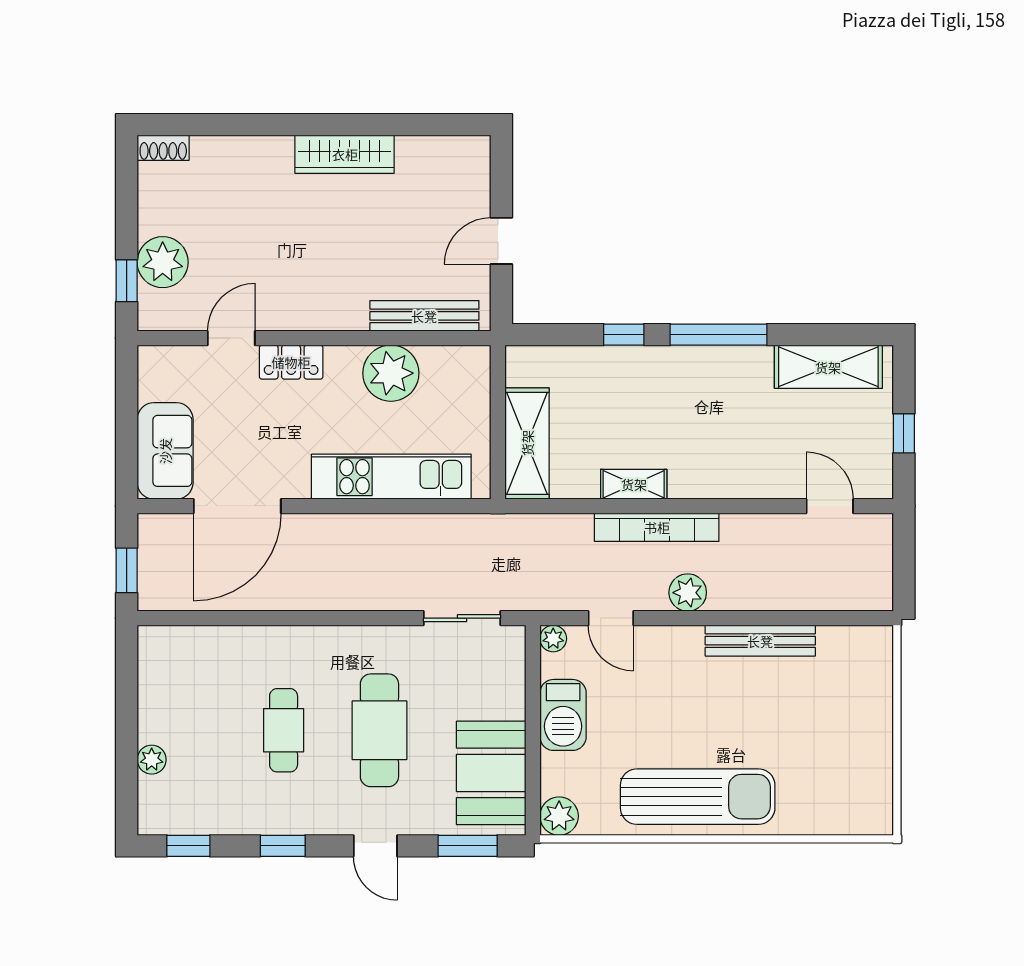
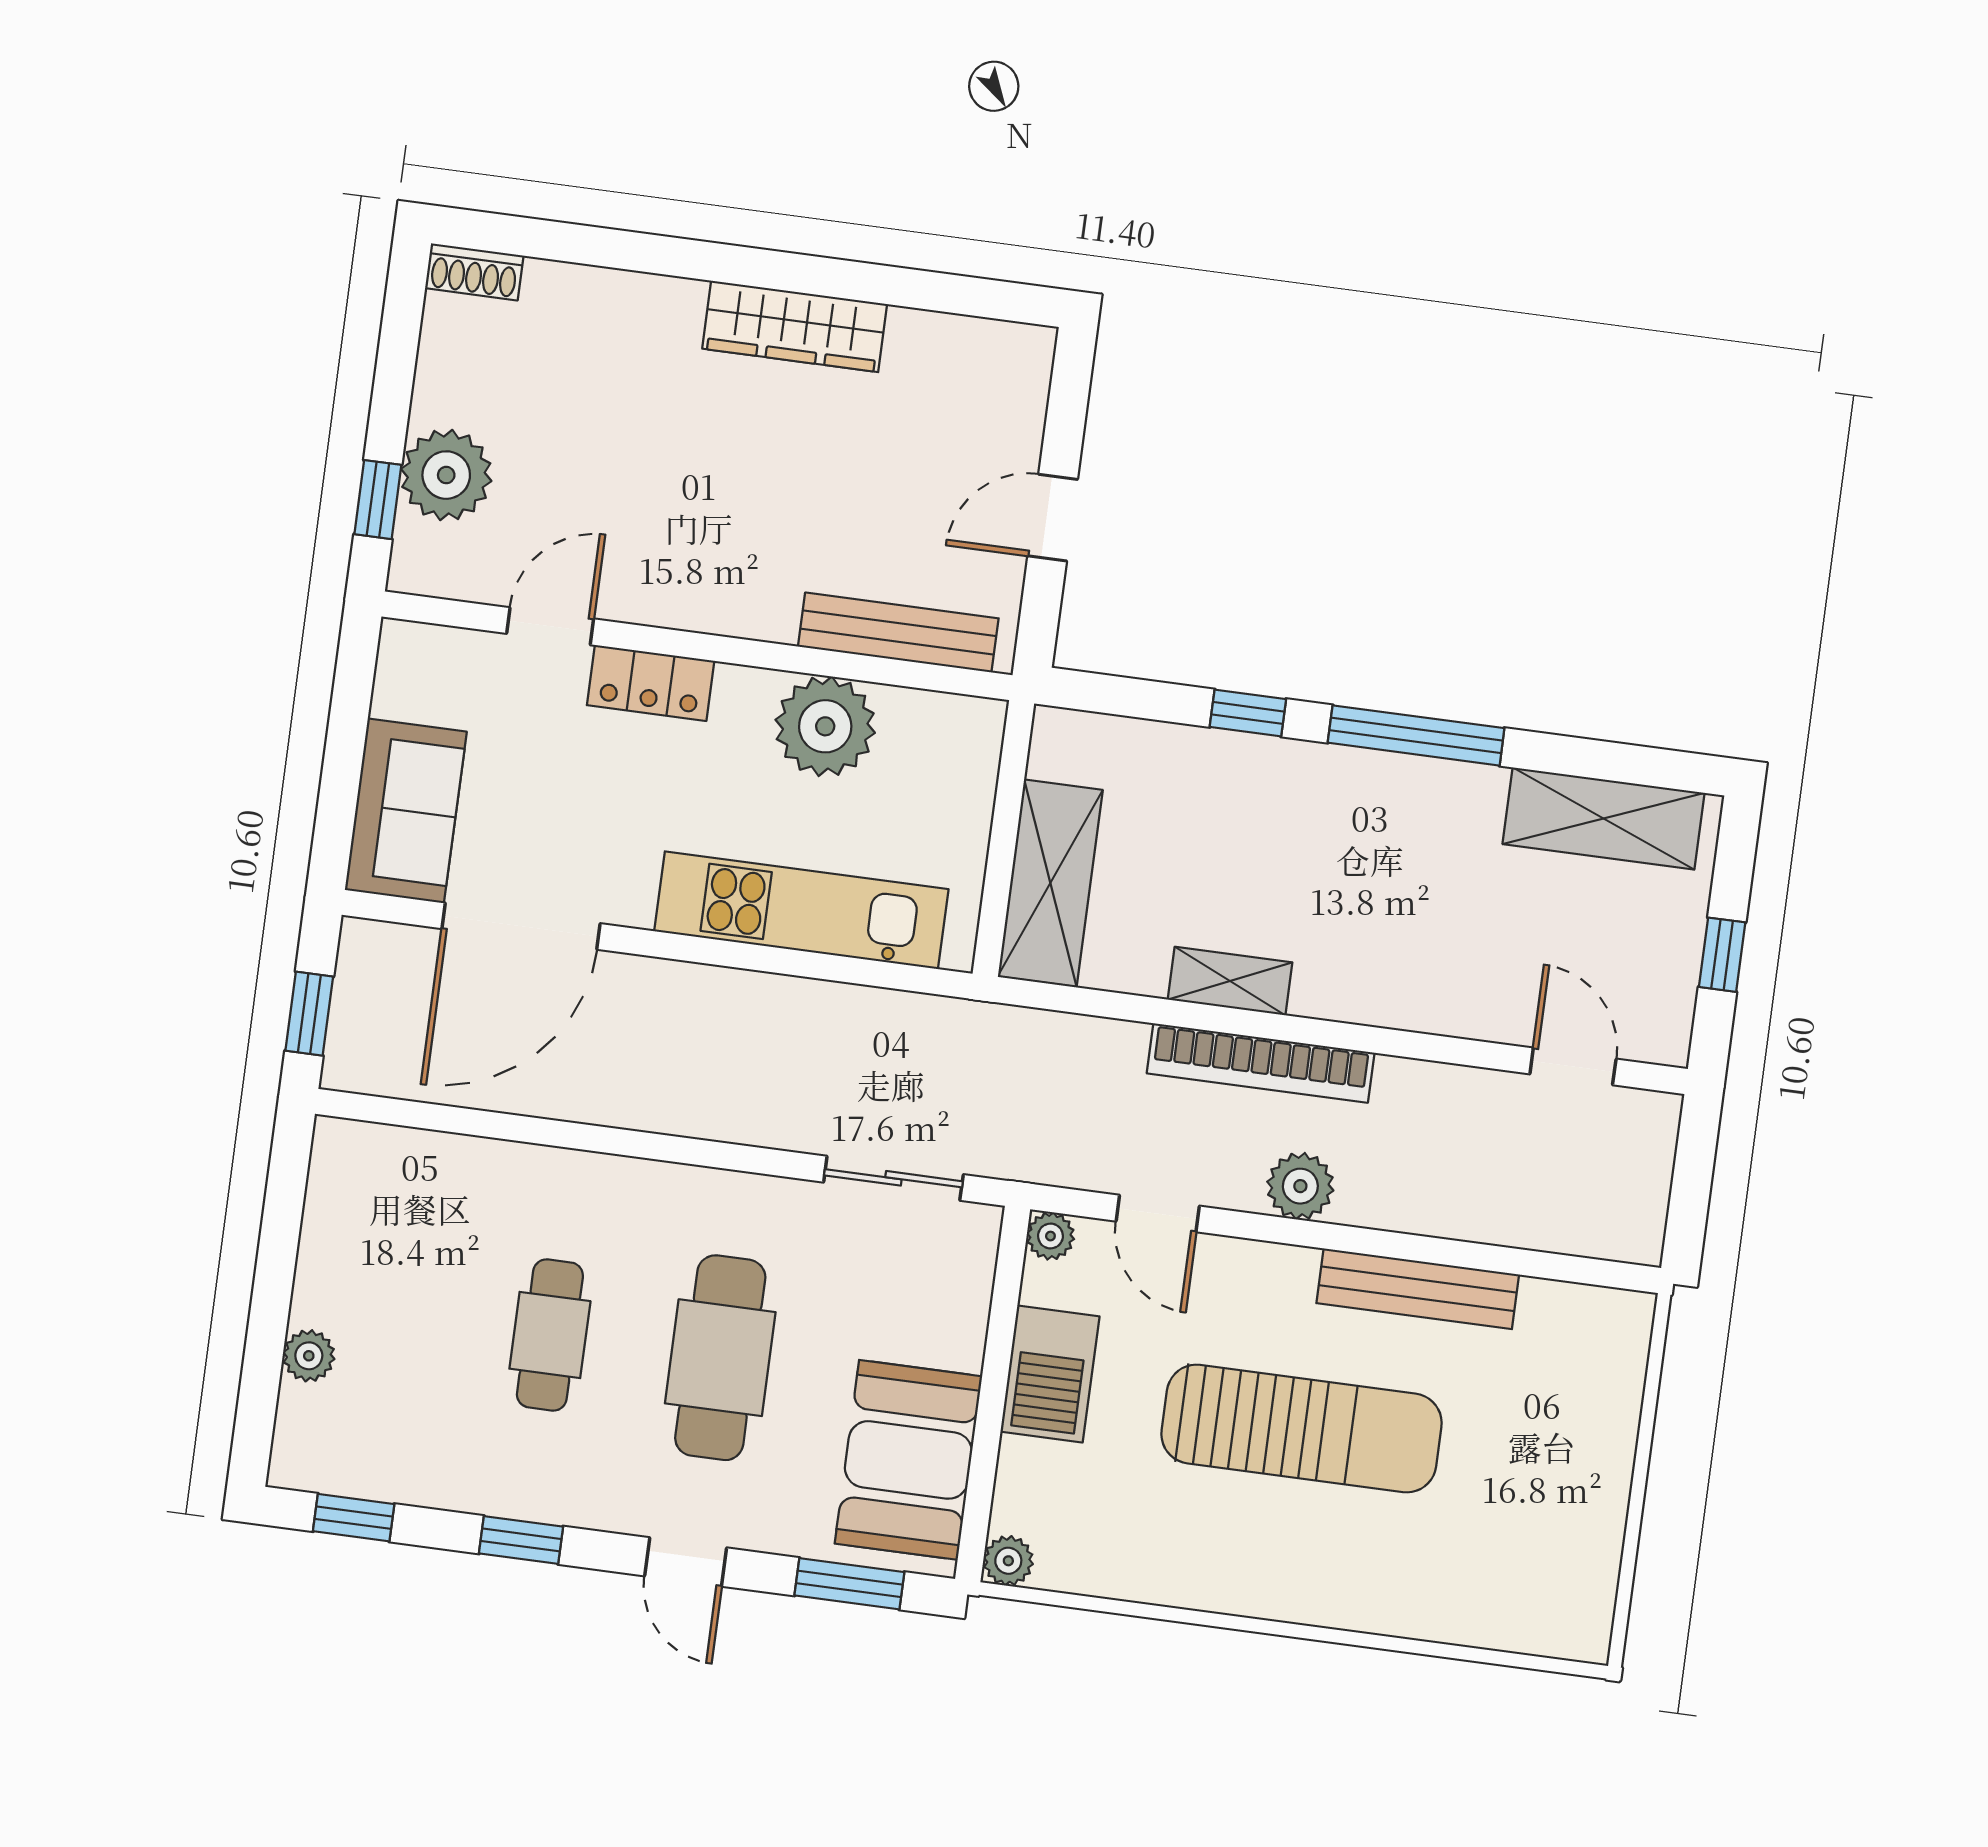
sun lounger: (698, 797) -> (1302, 1429), moved
plant: (559, 816) -> (1008, 1561), width x0.73, depth x0.73

